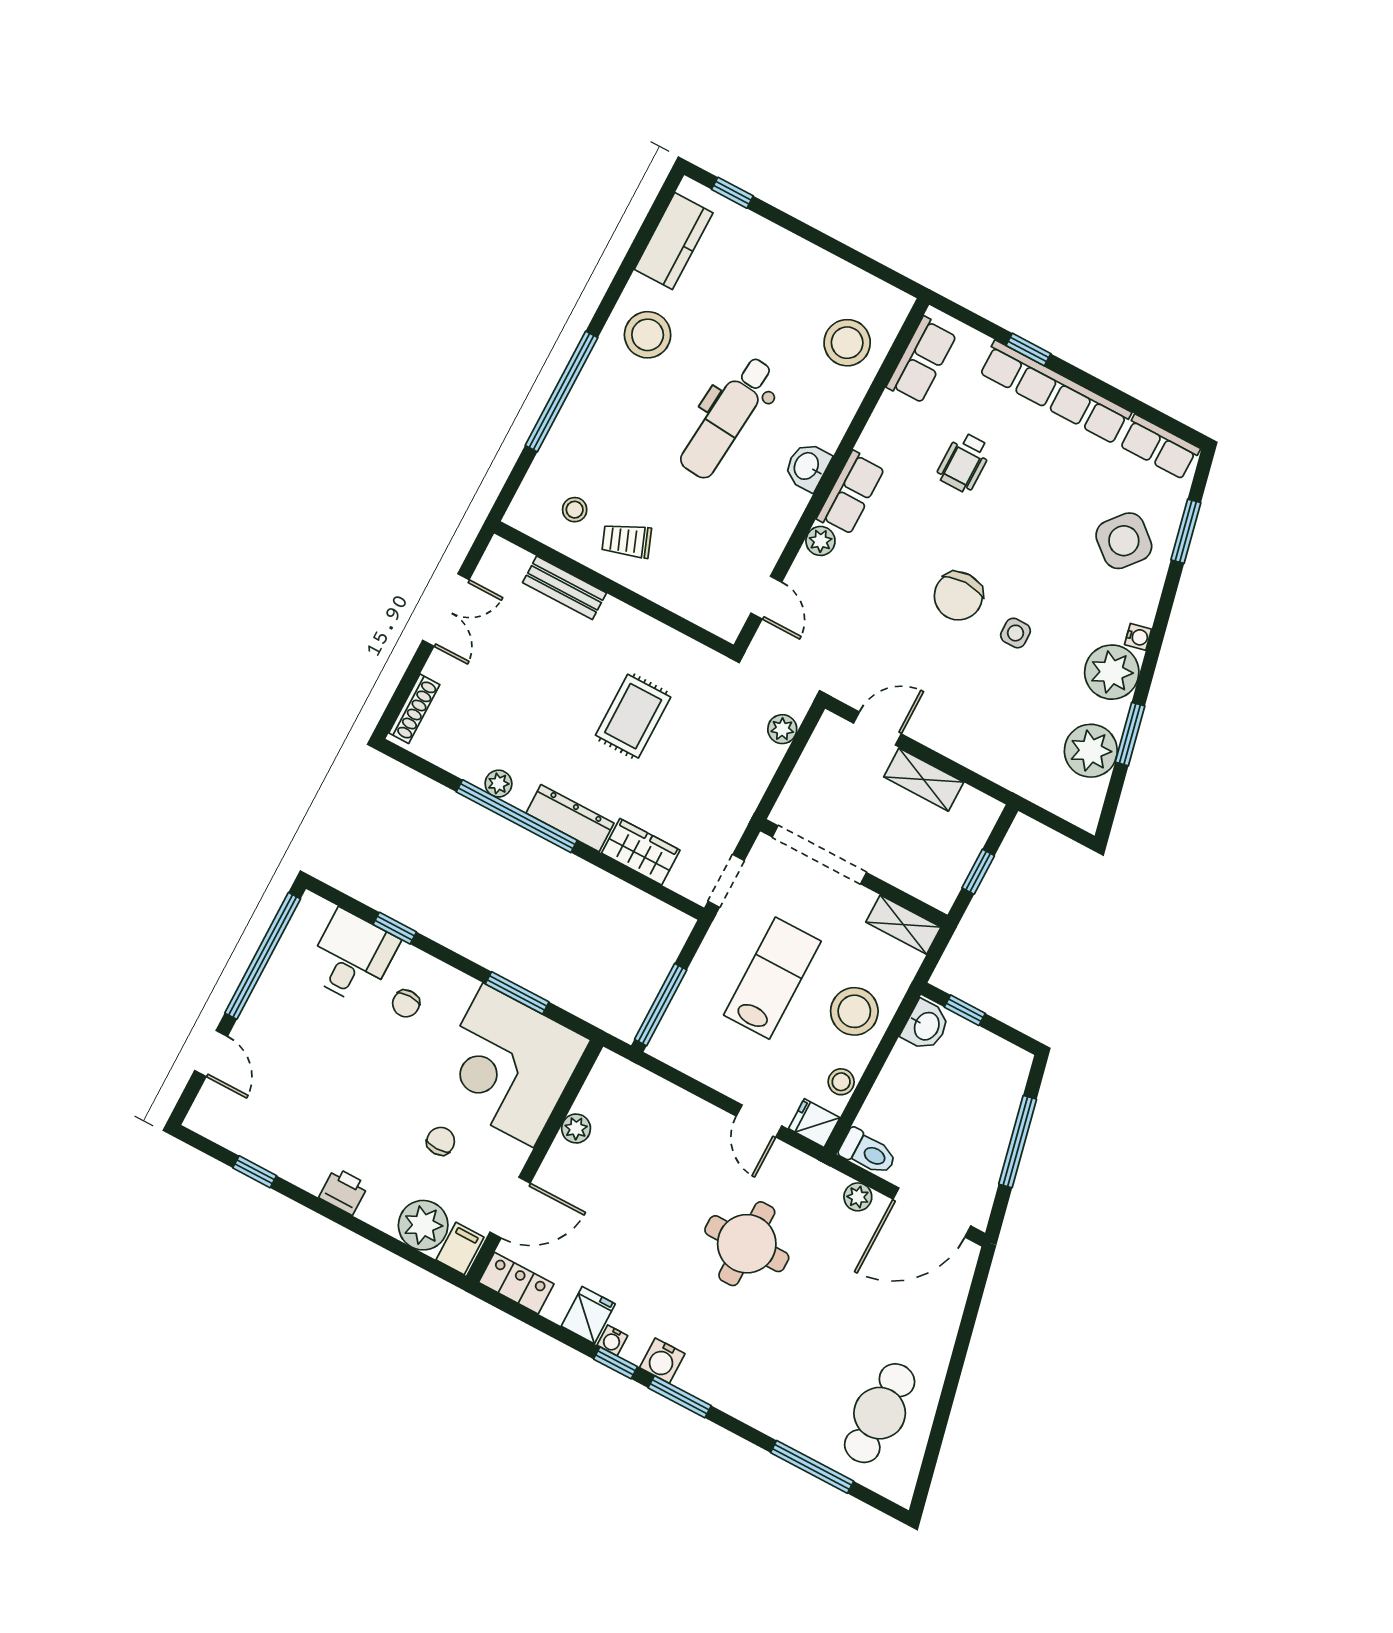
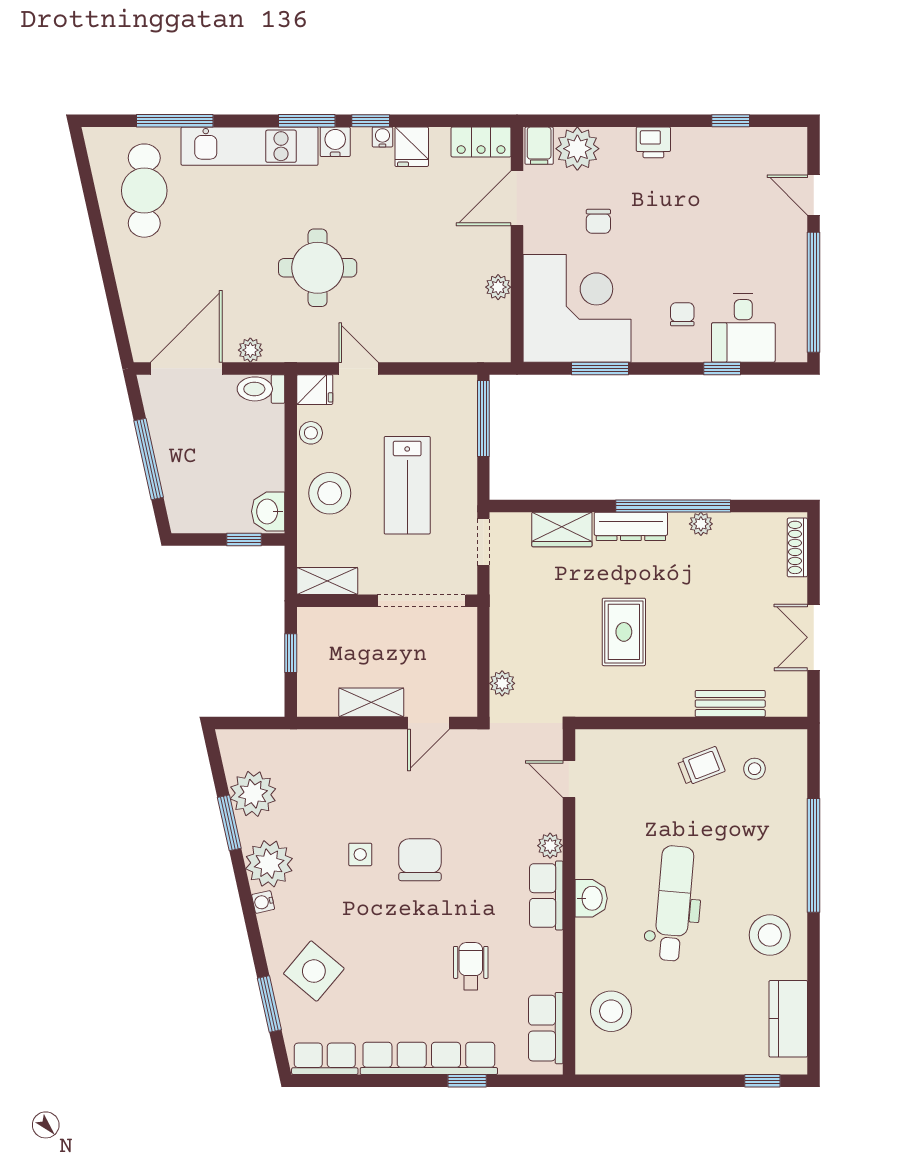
kitchen unit: (750, 1402) -> (250, 146), added

